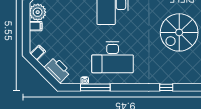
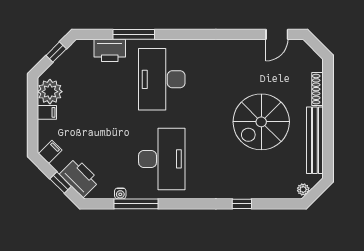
desk: (113, 57) -> (162, 159), turned -90
window: (45, 73) -> (61, 183), added

